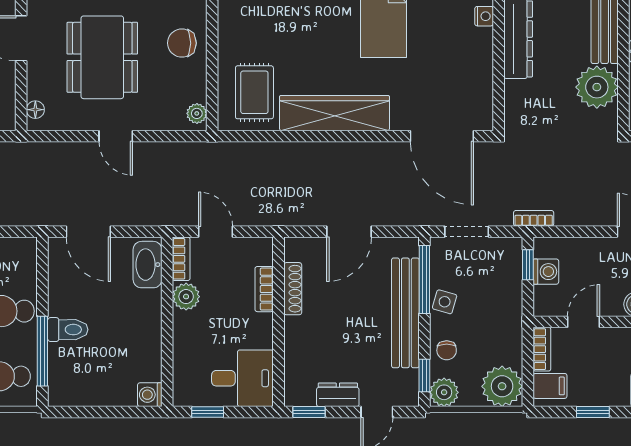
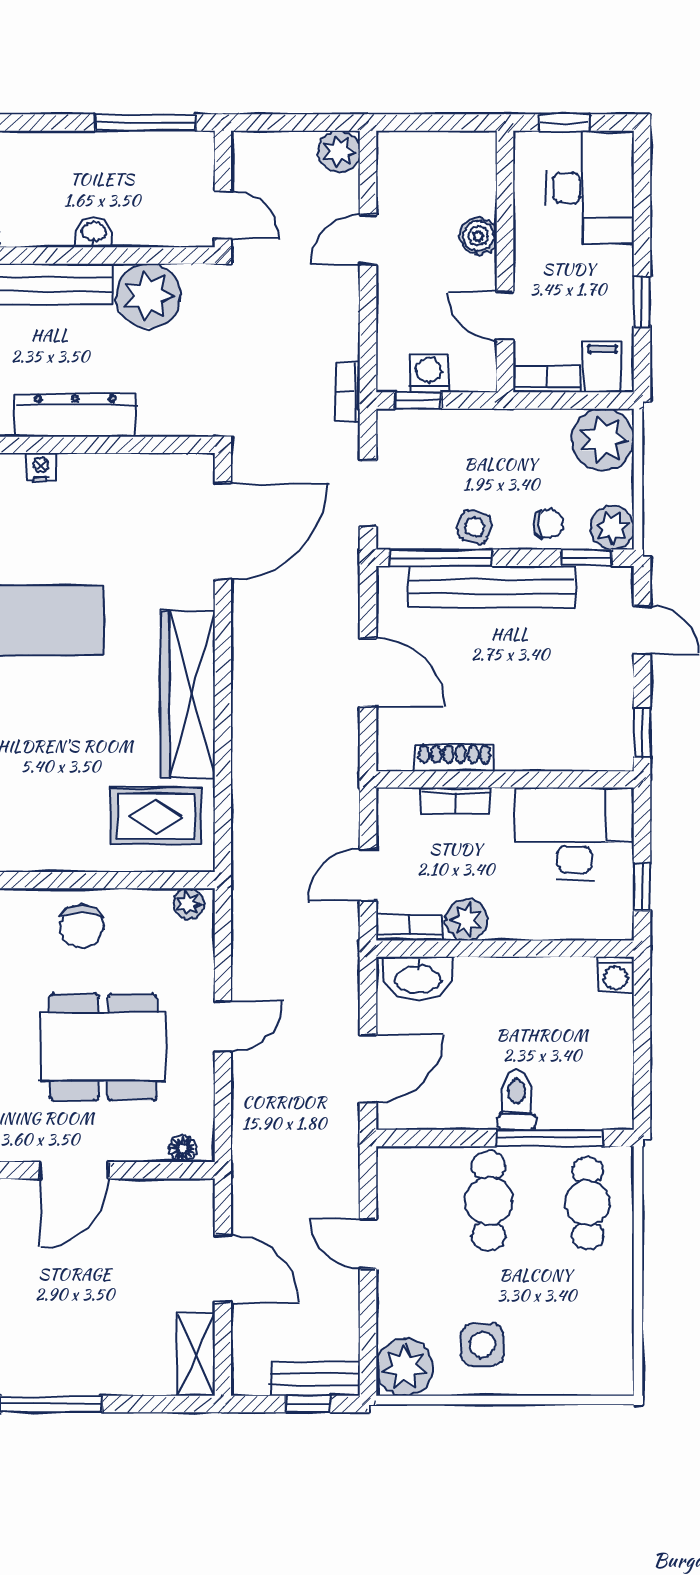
desk: (242, 378) -> (575, 834), width x1.37
dresser: (338, 395) -> (616, 689), removed

